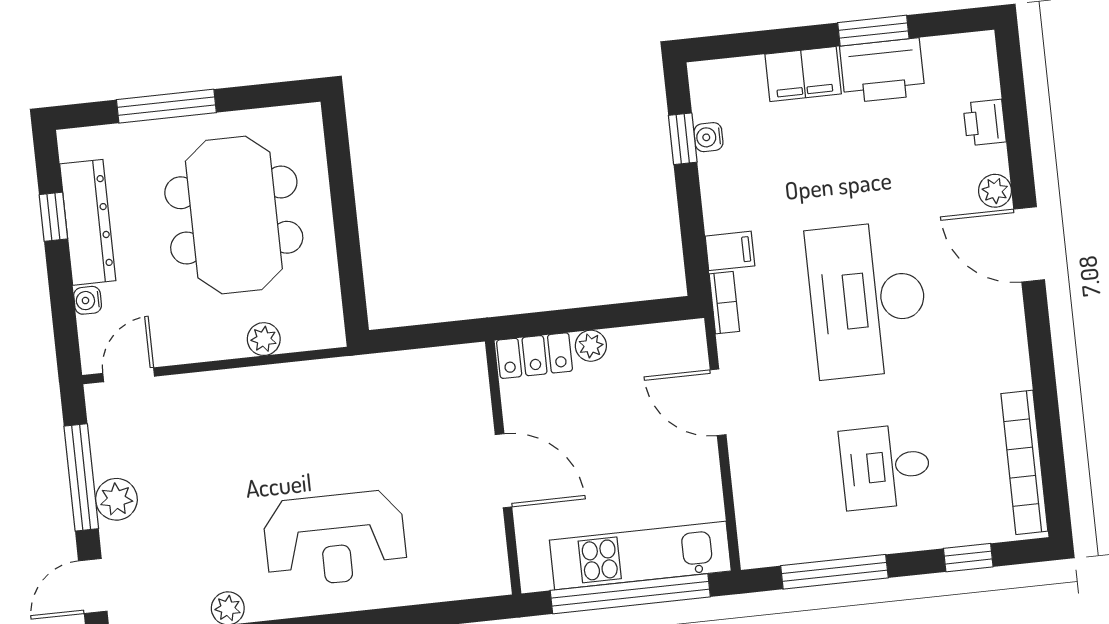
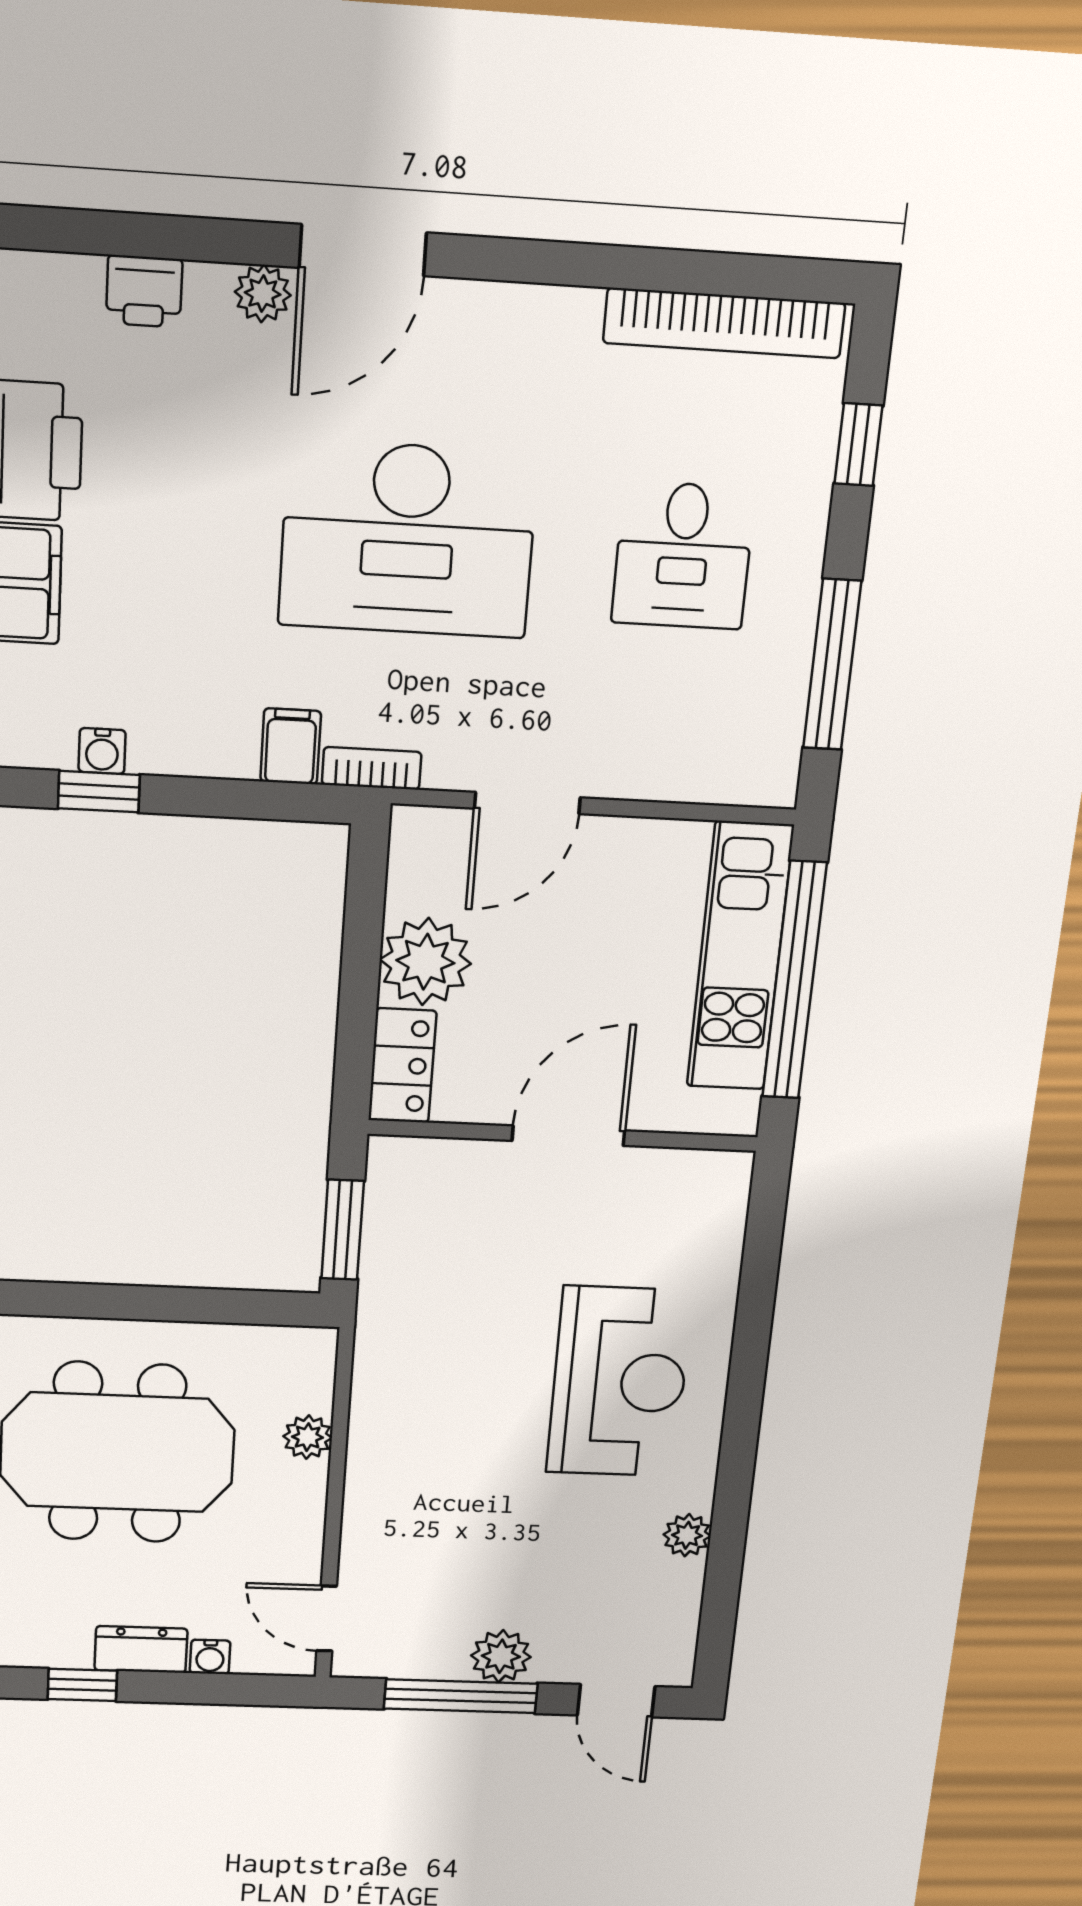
dresser: (88, 222) -> (141, 1649), width x0.51, depth x0.80
window: (416, 337) -> (343, 1230), added
plant: (591, 346) -> (425, 962), width x1.88, depth x1.88

